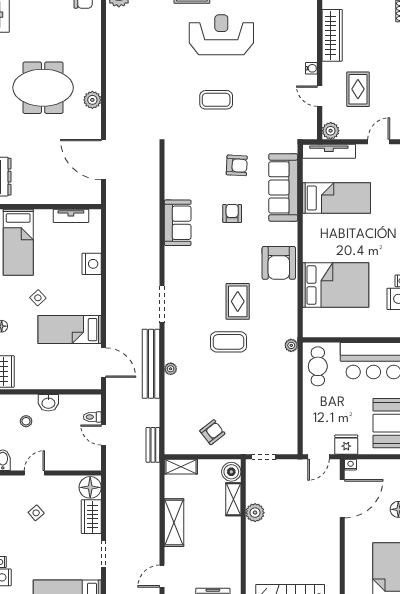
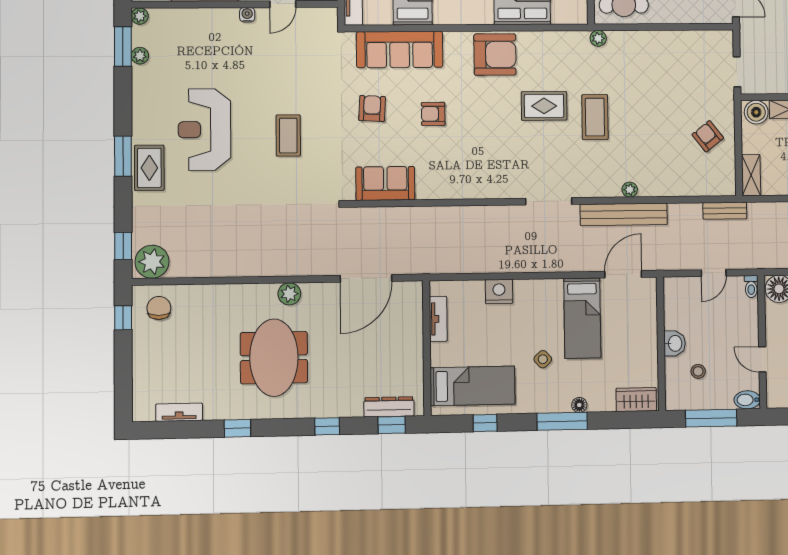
sofa: (178, 223) -> (385, 183), moved
toilet: (92, 417) -> (751, 287), moved

